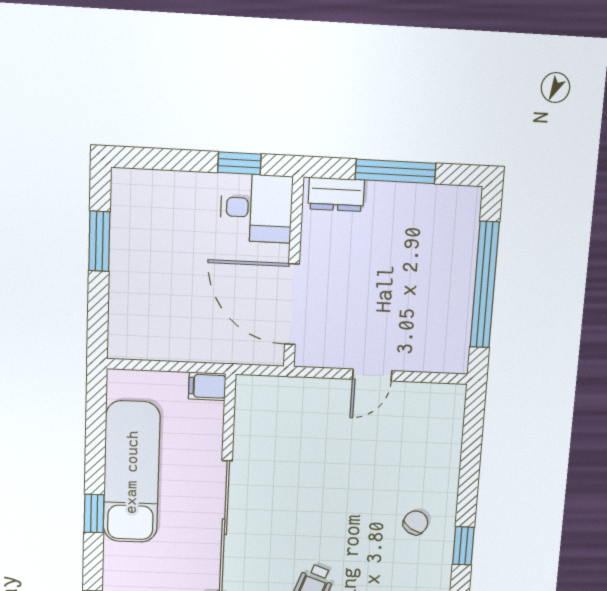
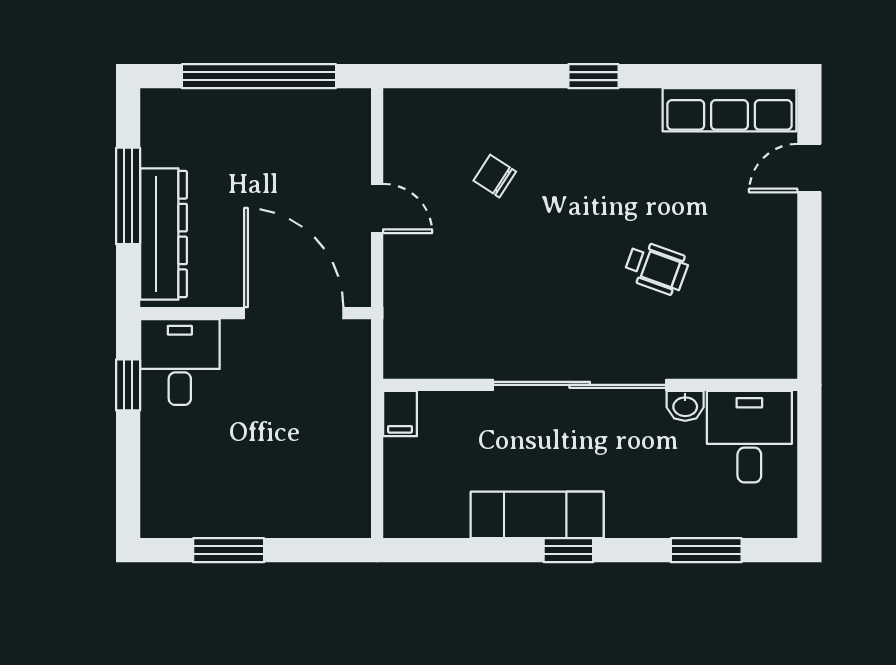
dresser: (336, 194) -> (163, 234), width x1.96, depth x1.24
door: (292, 304) -> (294, 313), swing flipped
exam couch: (132, 472) -> (537, 515), width x0.73, depth x0.69
chair: (416, 523) -> (495, 176), moved

